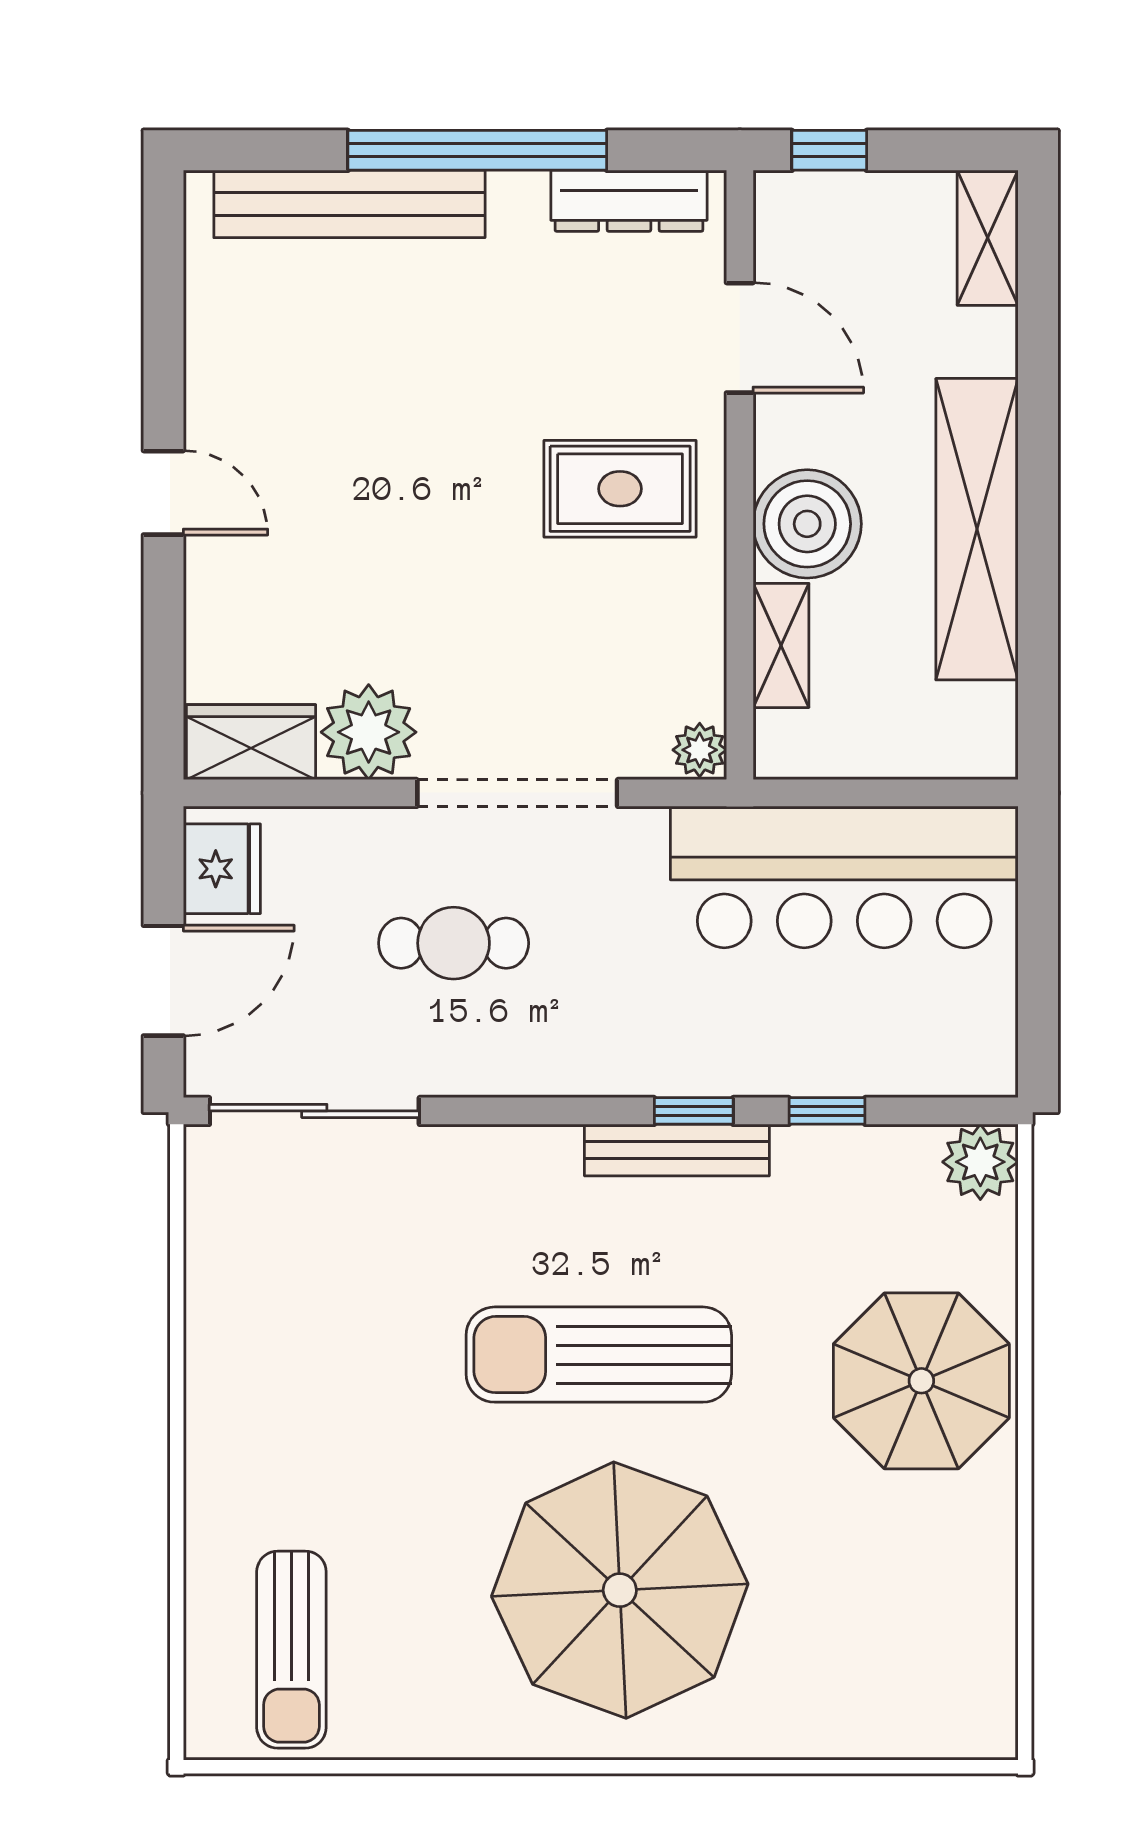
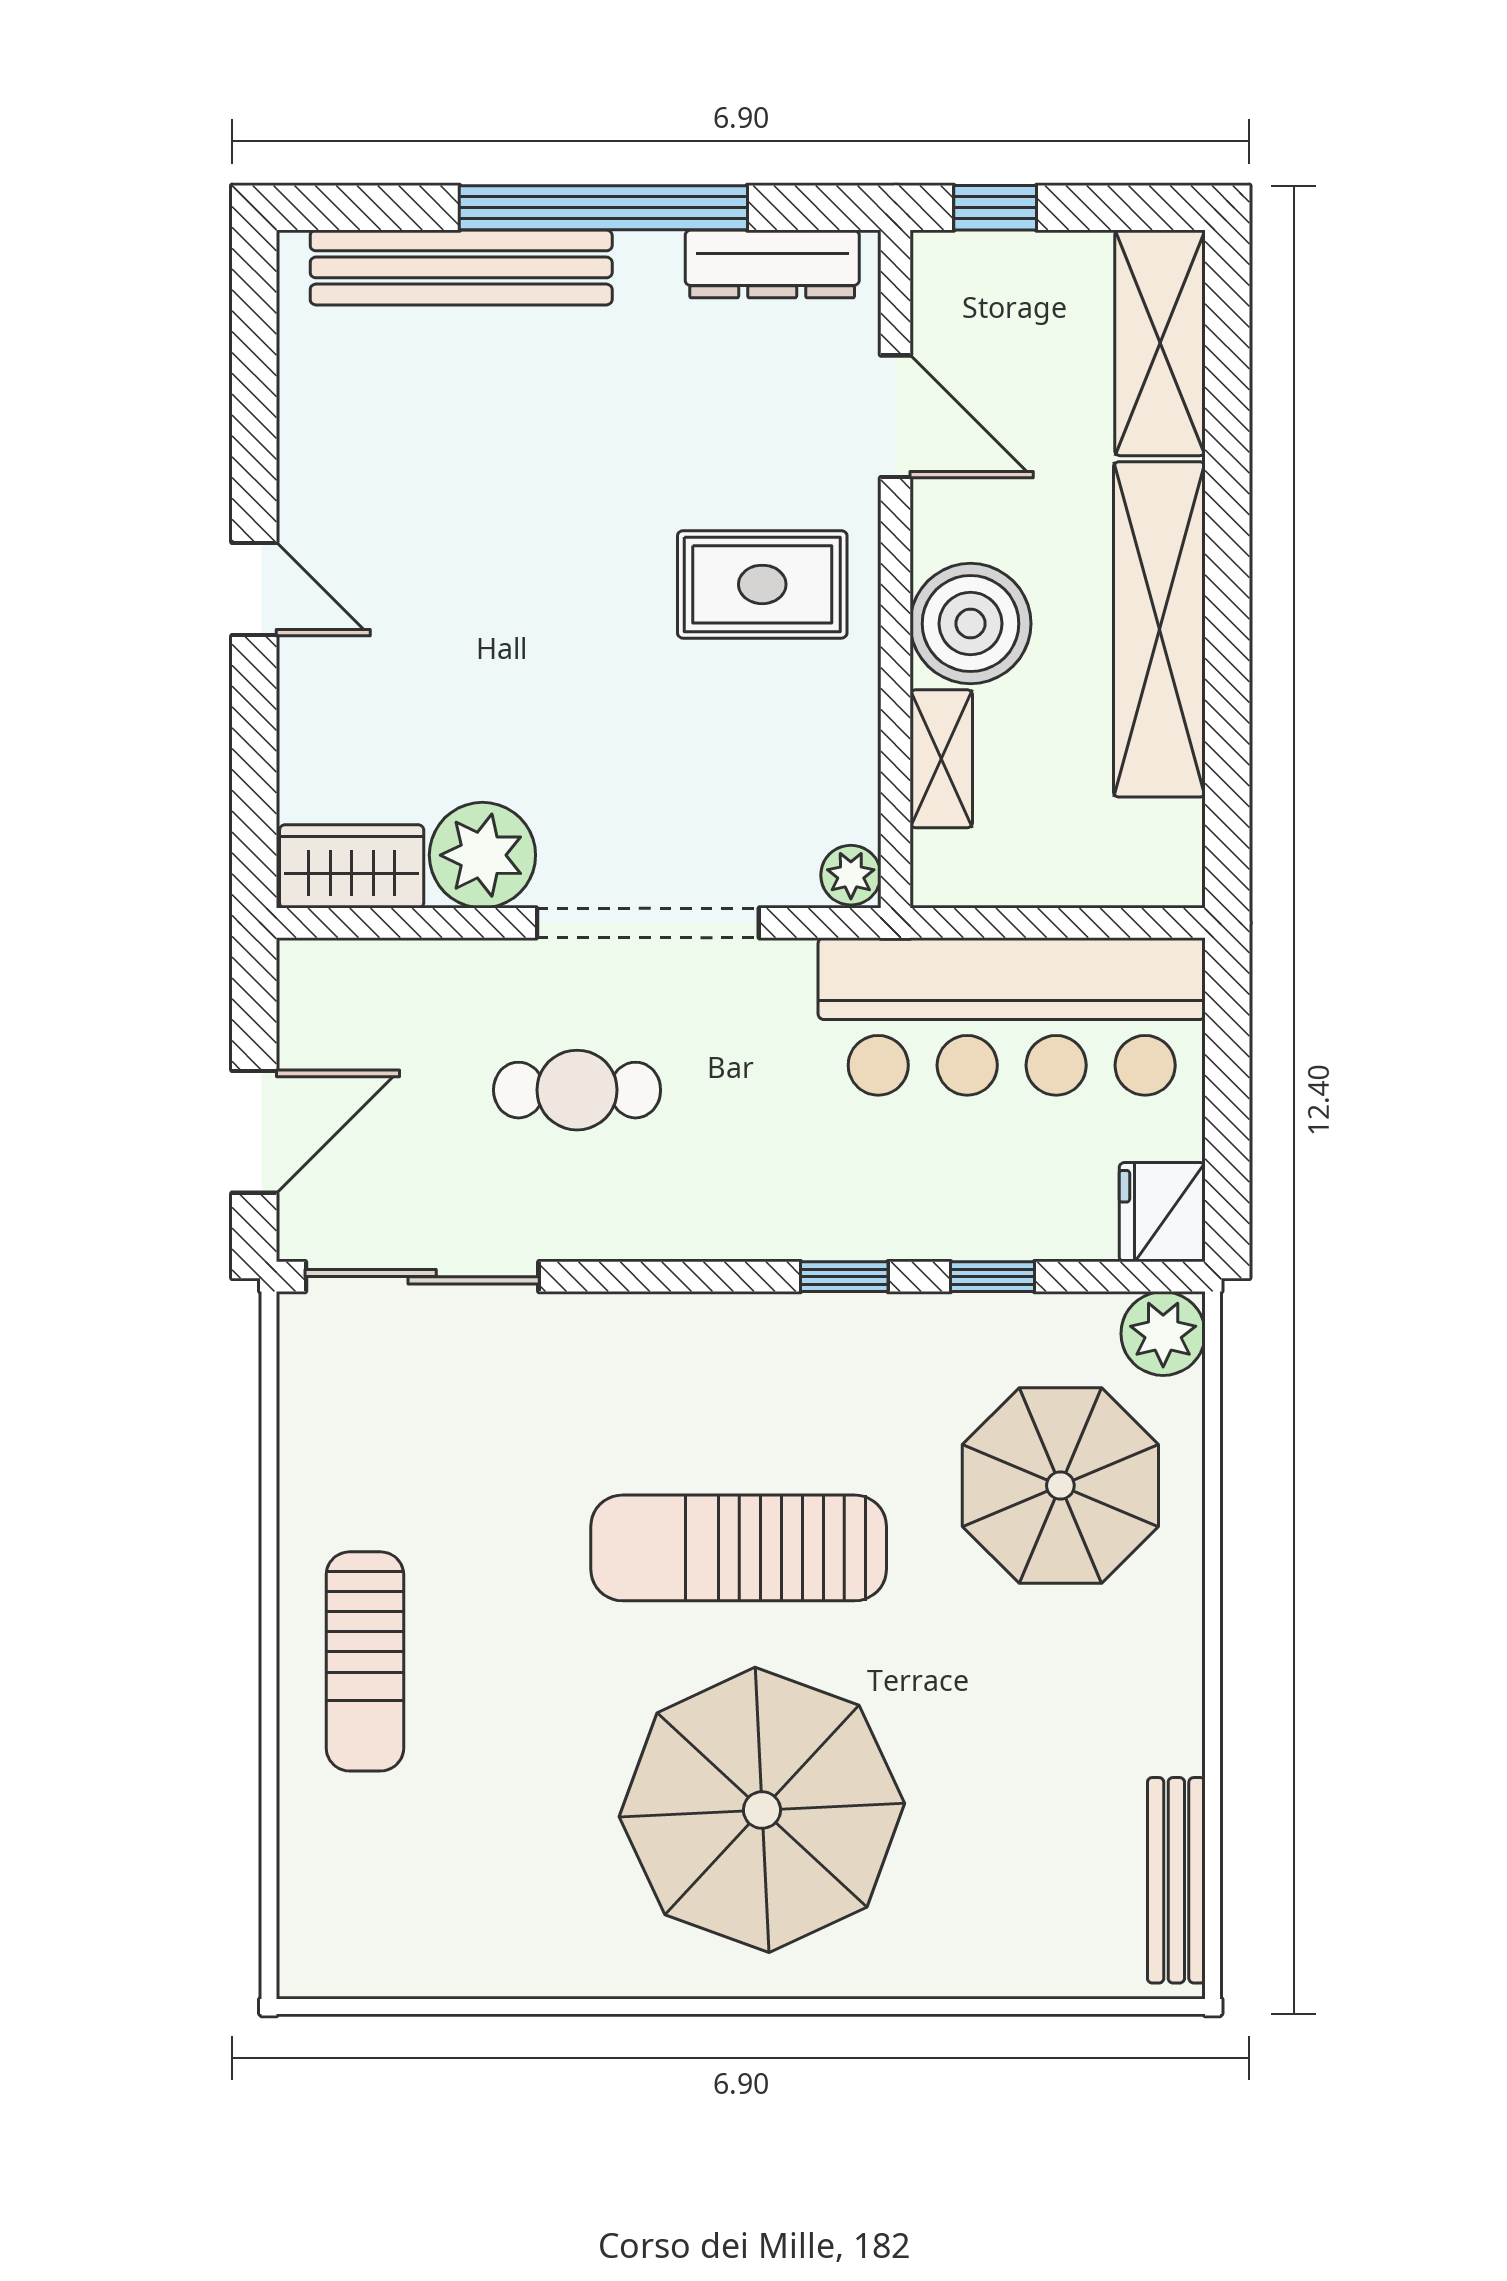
shelving: (988, 238) -> (1160, 343), width x1.50, depth x1.33
fridge: (222, 869) -> (1162, 1212), moved, turned 180
bench: (677, 1150) -> (1176, 1880), moved, turned 90
parasol: (921, 1381) -> (1060, 1486), moved
sun lounger: (291, 1650) -> (365, 1661), moved

